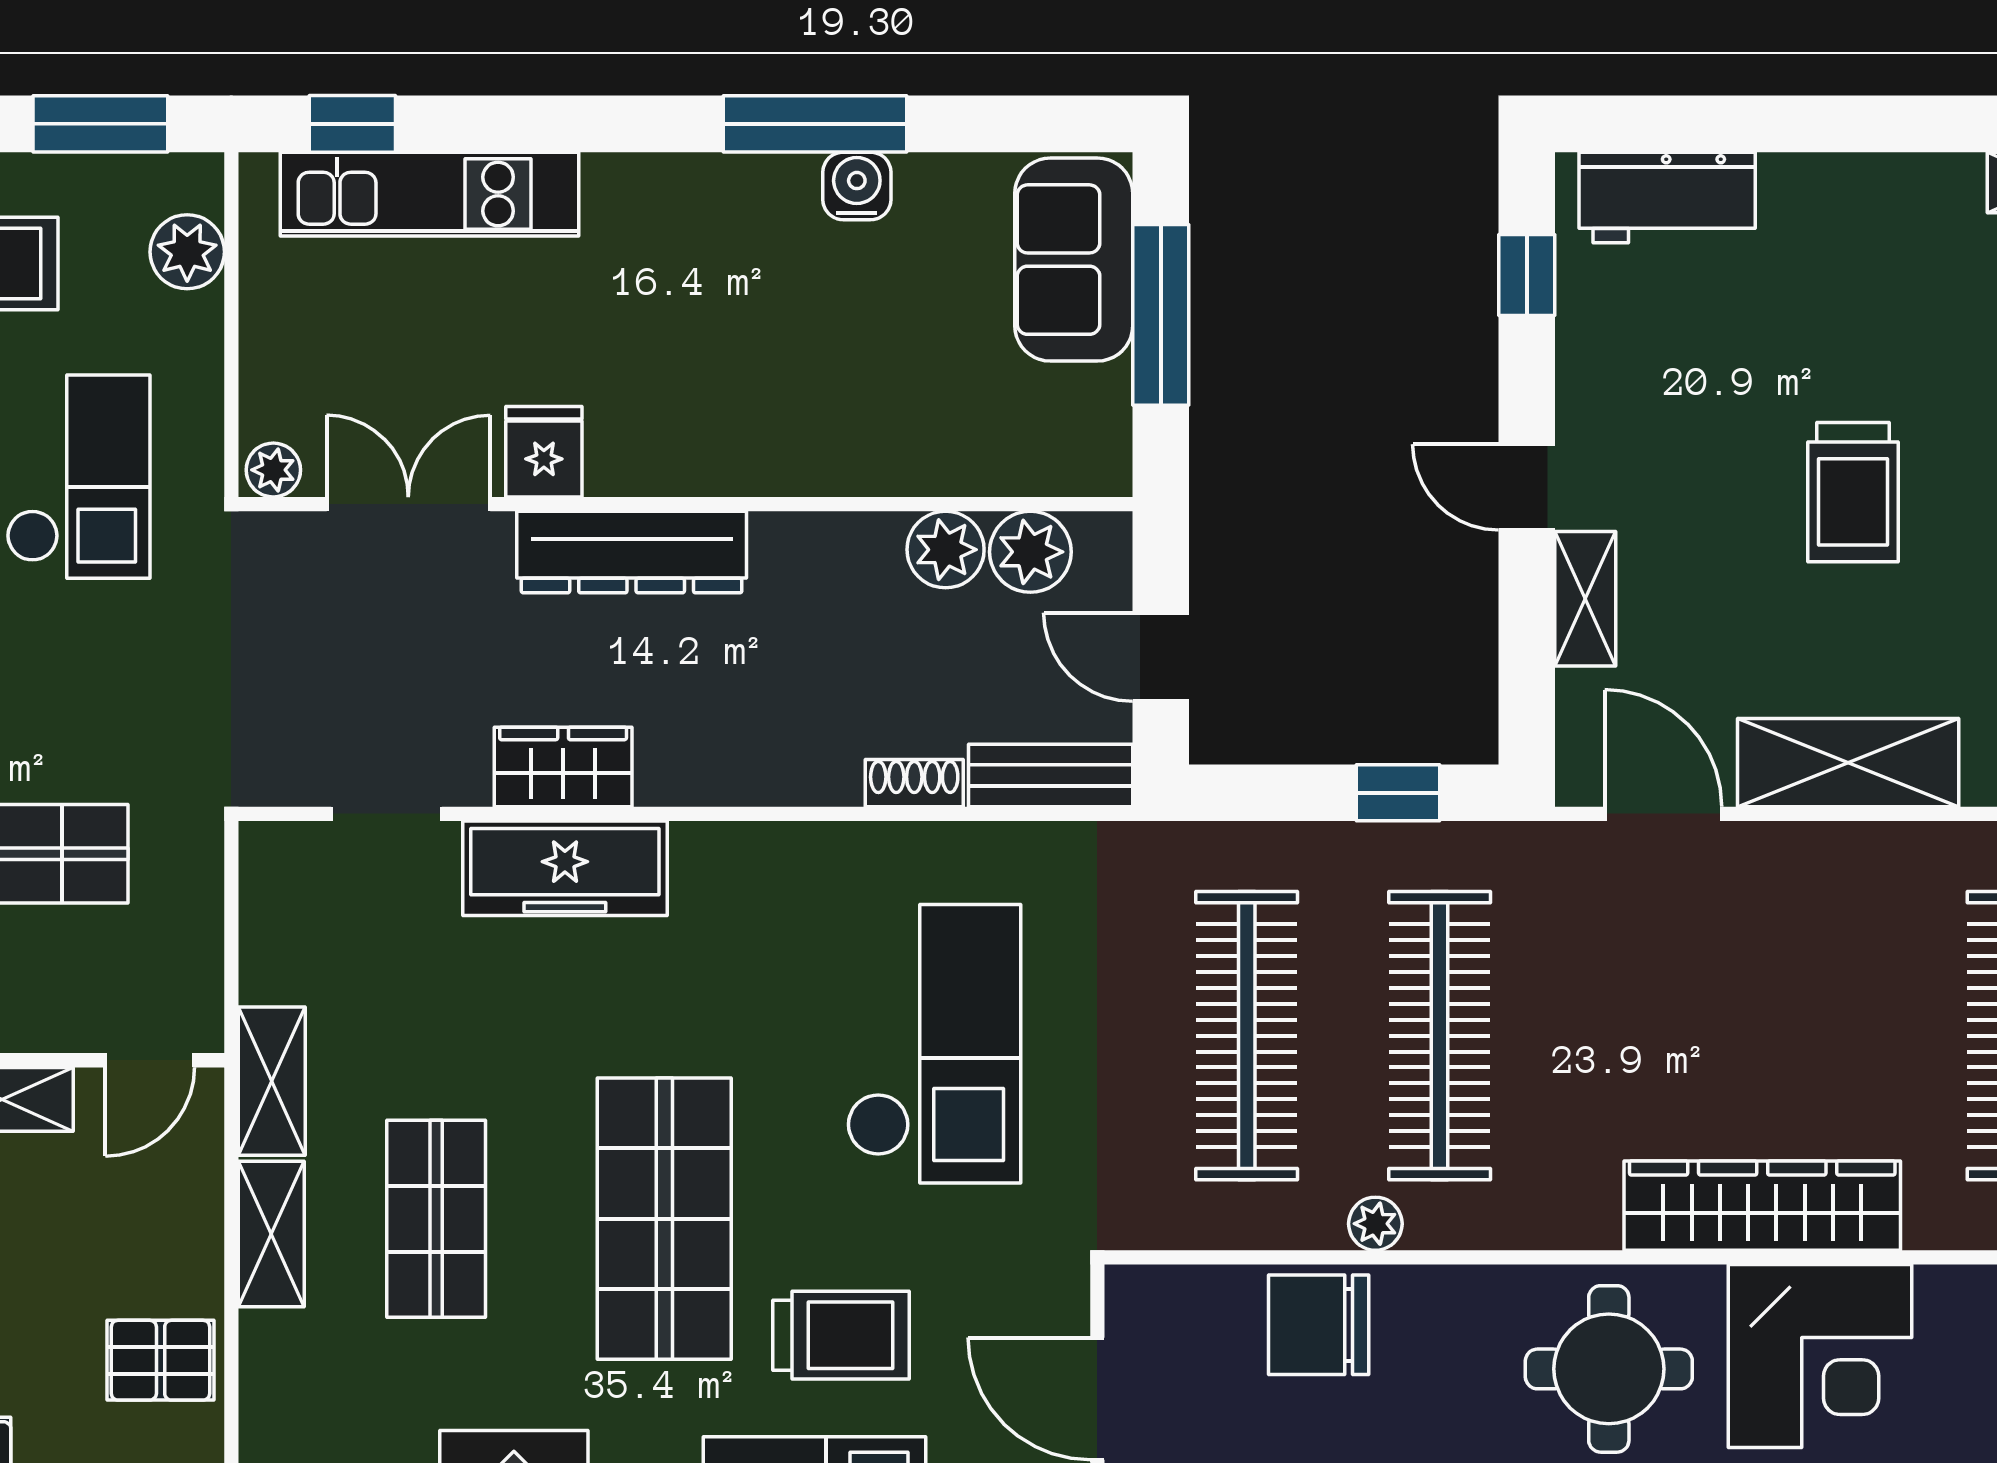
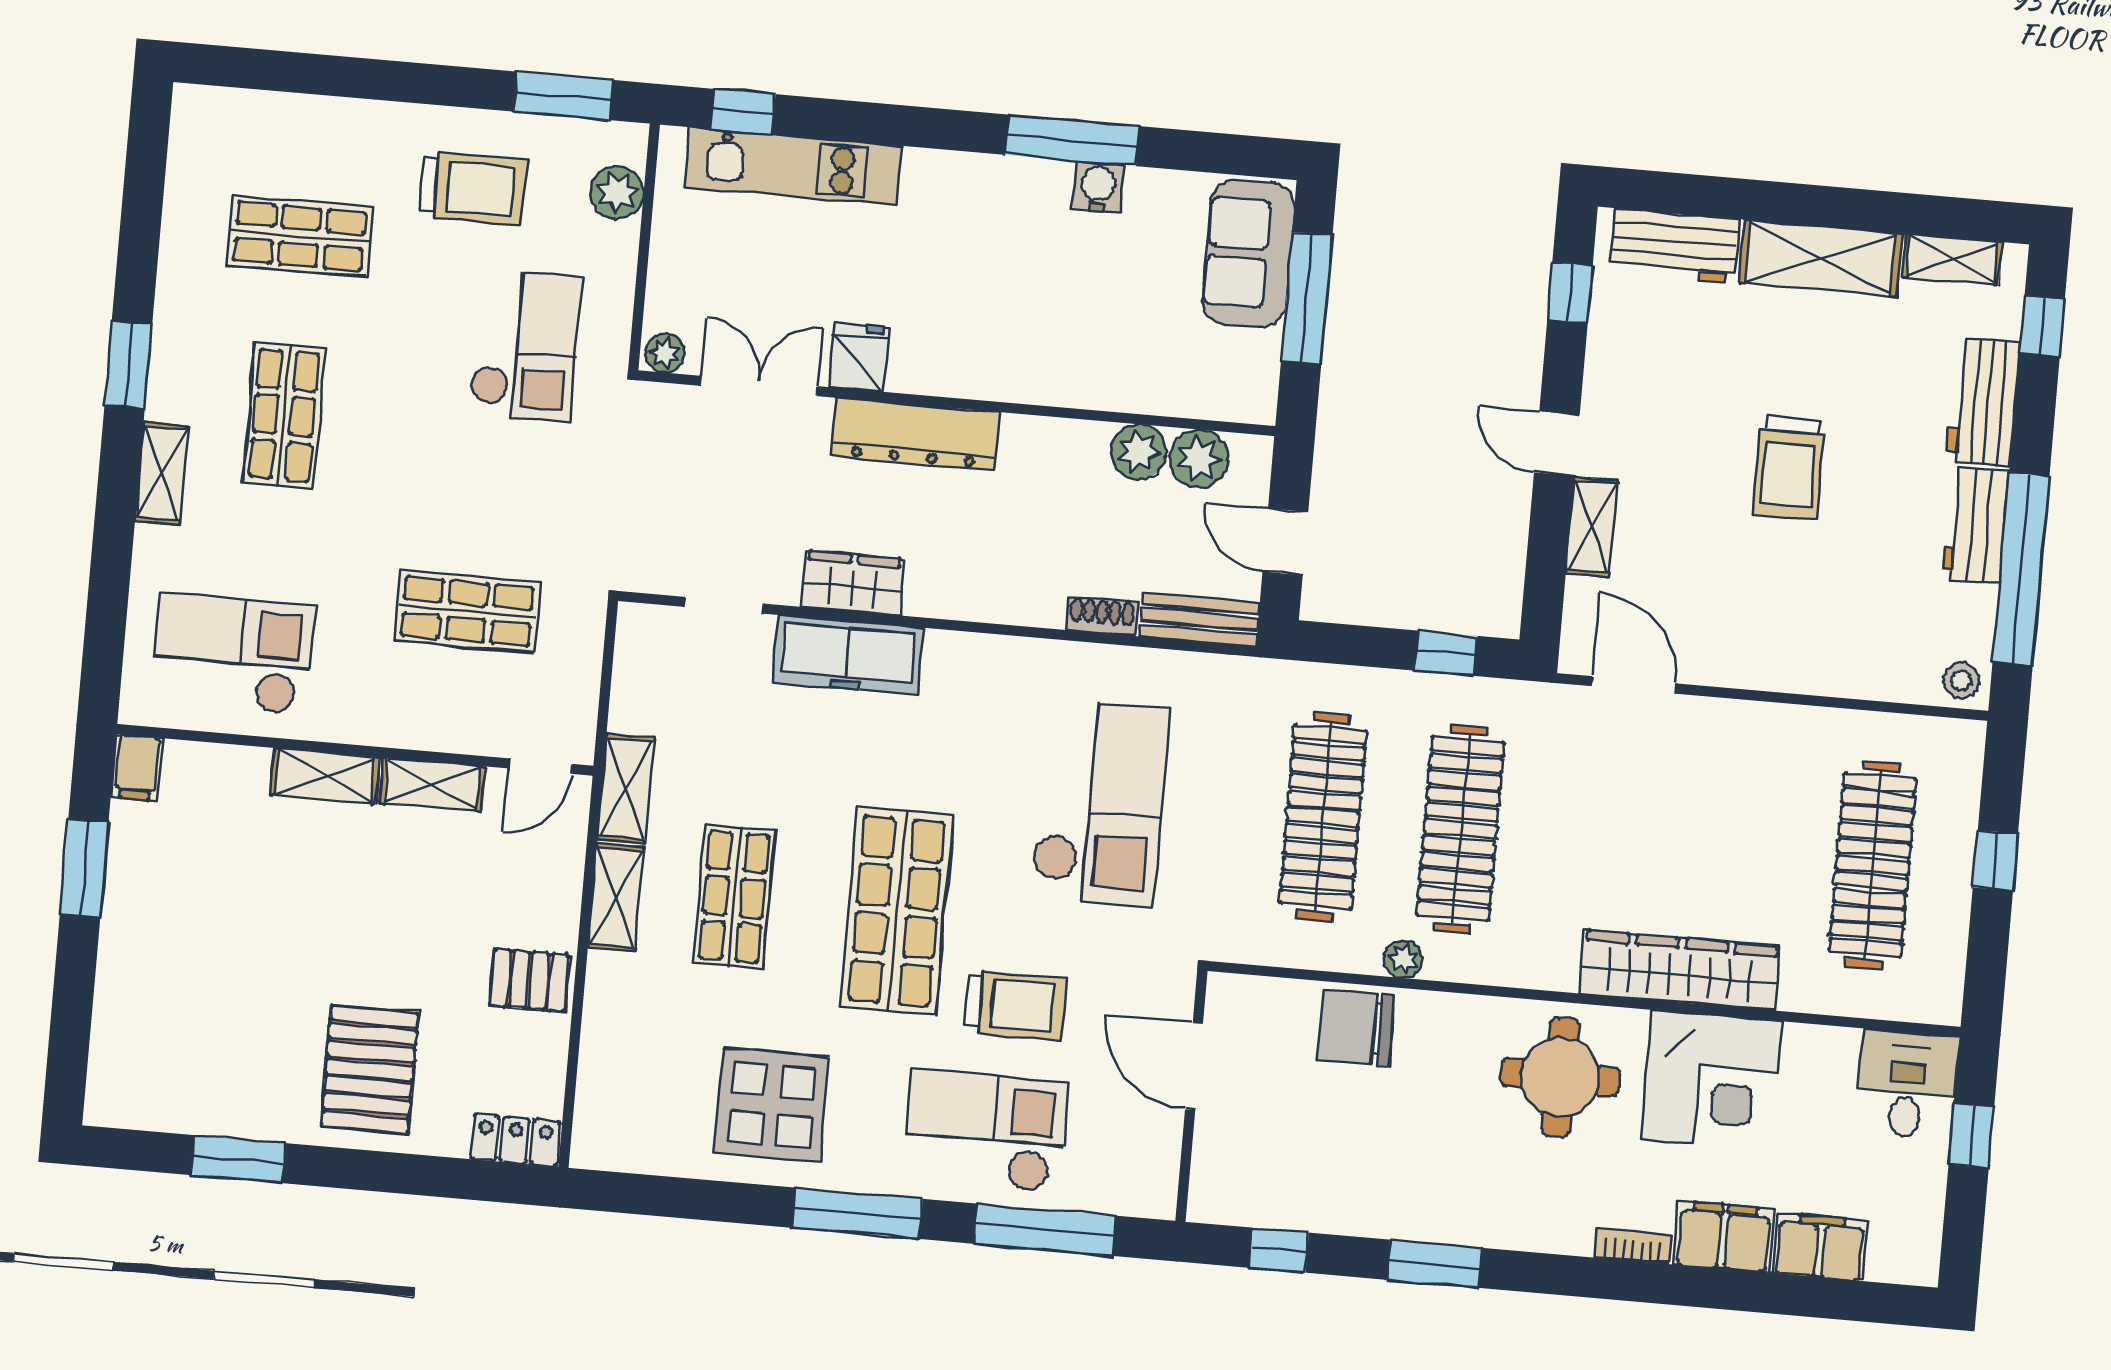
shelving: (1848, 763) -> (1820, 258), moved

